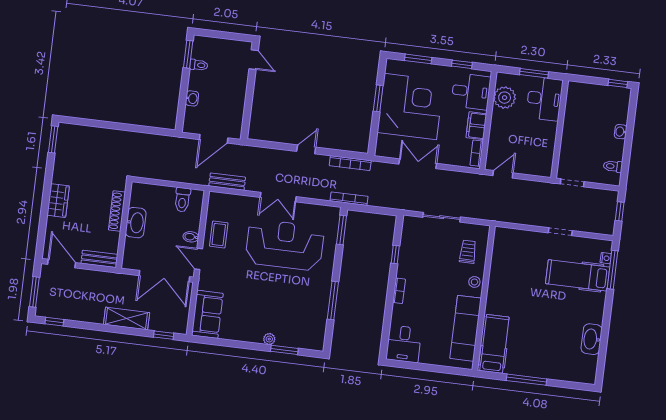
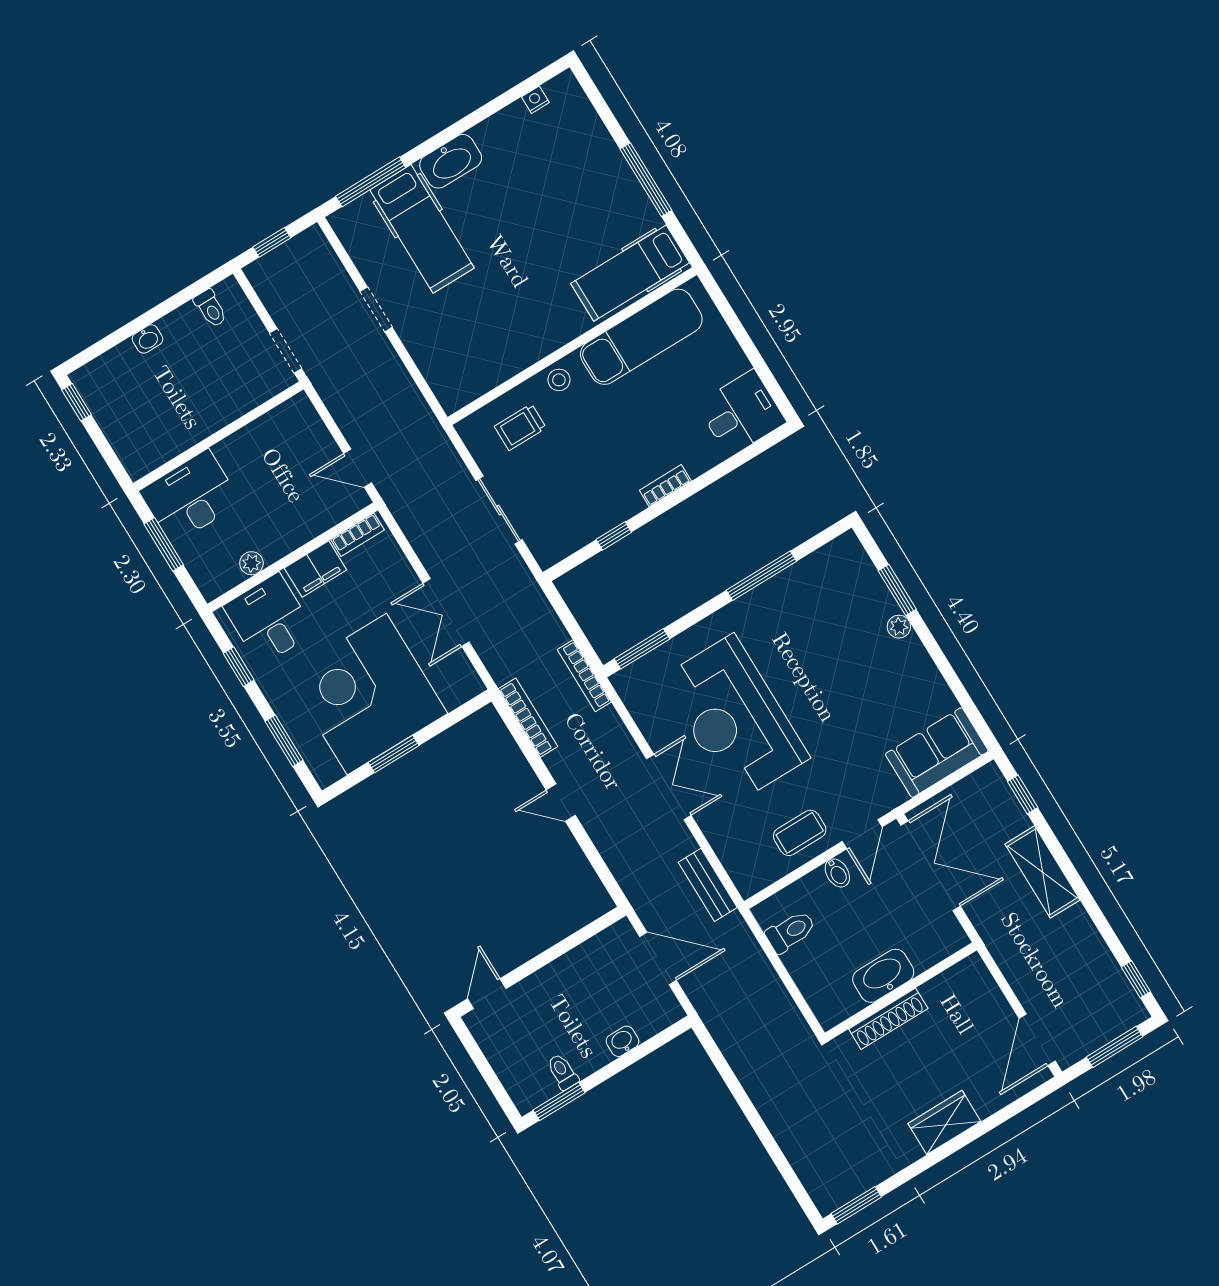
plant: (505, 98) -> (251, 563), width x0.53, depth x0.53
nightstand: (606, 258) -> (535, 100), moved
bench: (99, 259) -> (984, 987), removed
washbasin: (592, 339) -> (451, 161), moved

